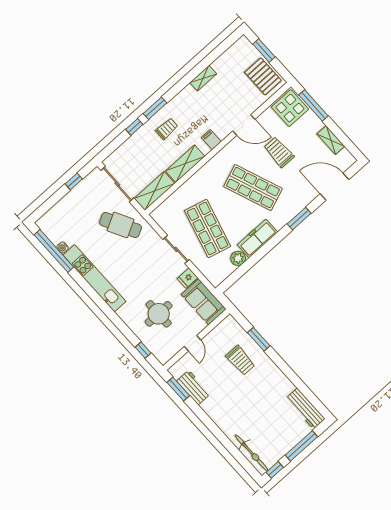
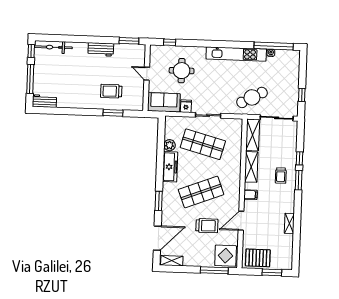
shelving: (331, 140) -> (172, 261), moved
workbench: (193, 388) -> (101, 49), moved
workbench: (305, 409) -> (44, 101), width x0.73

